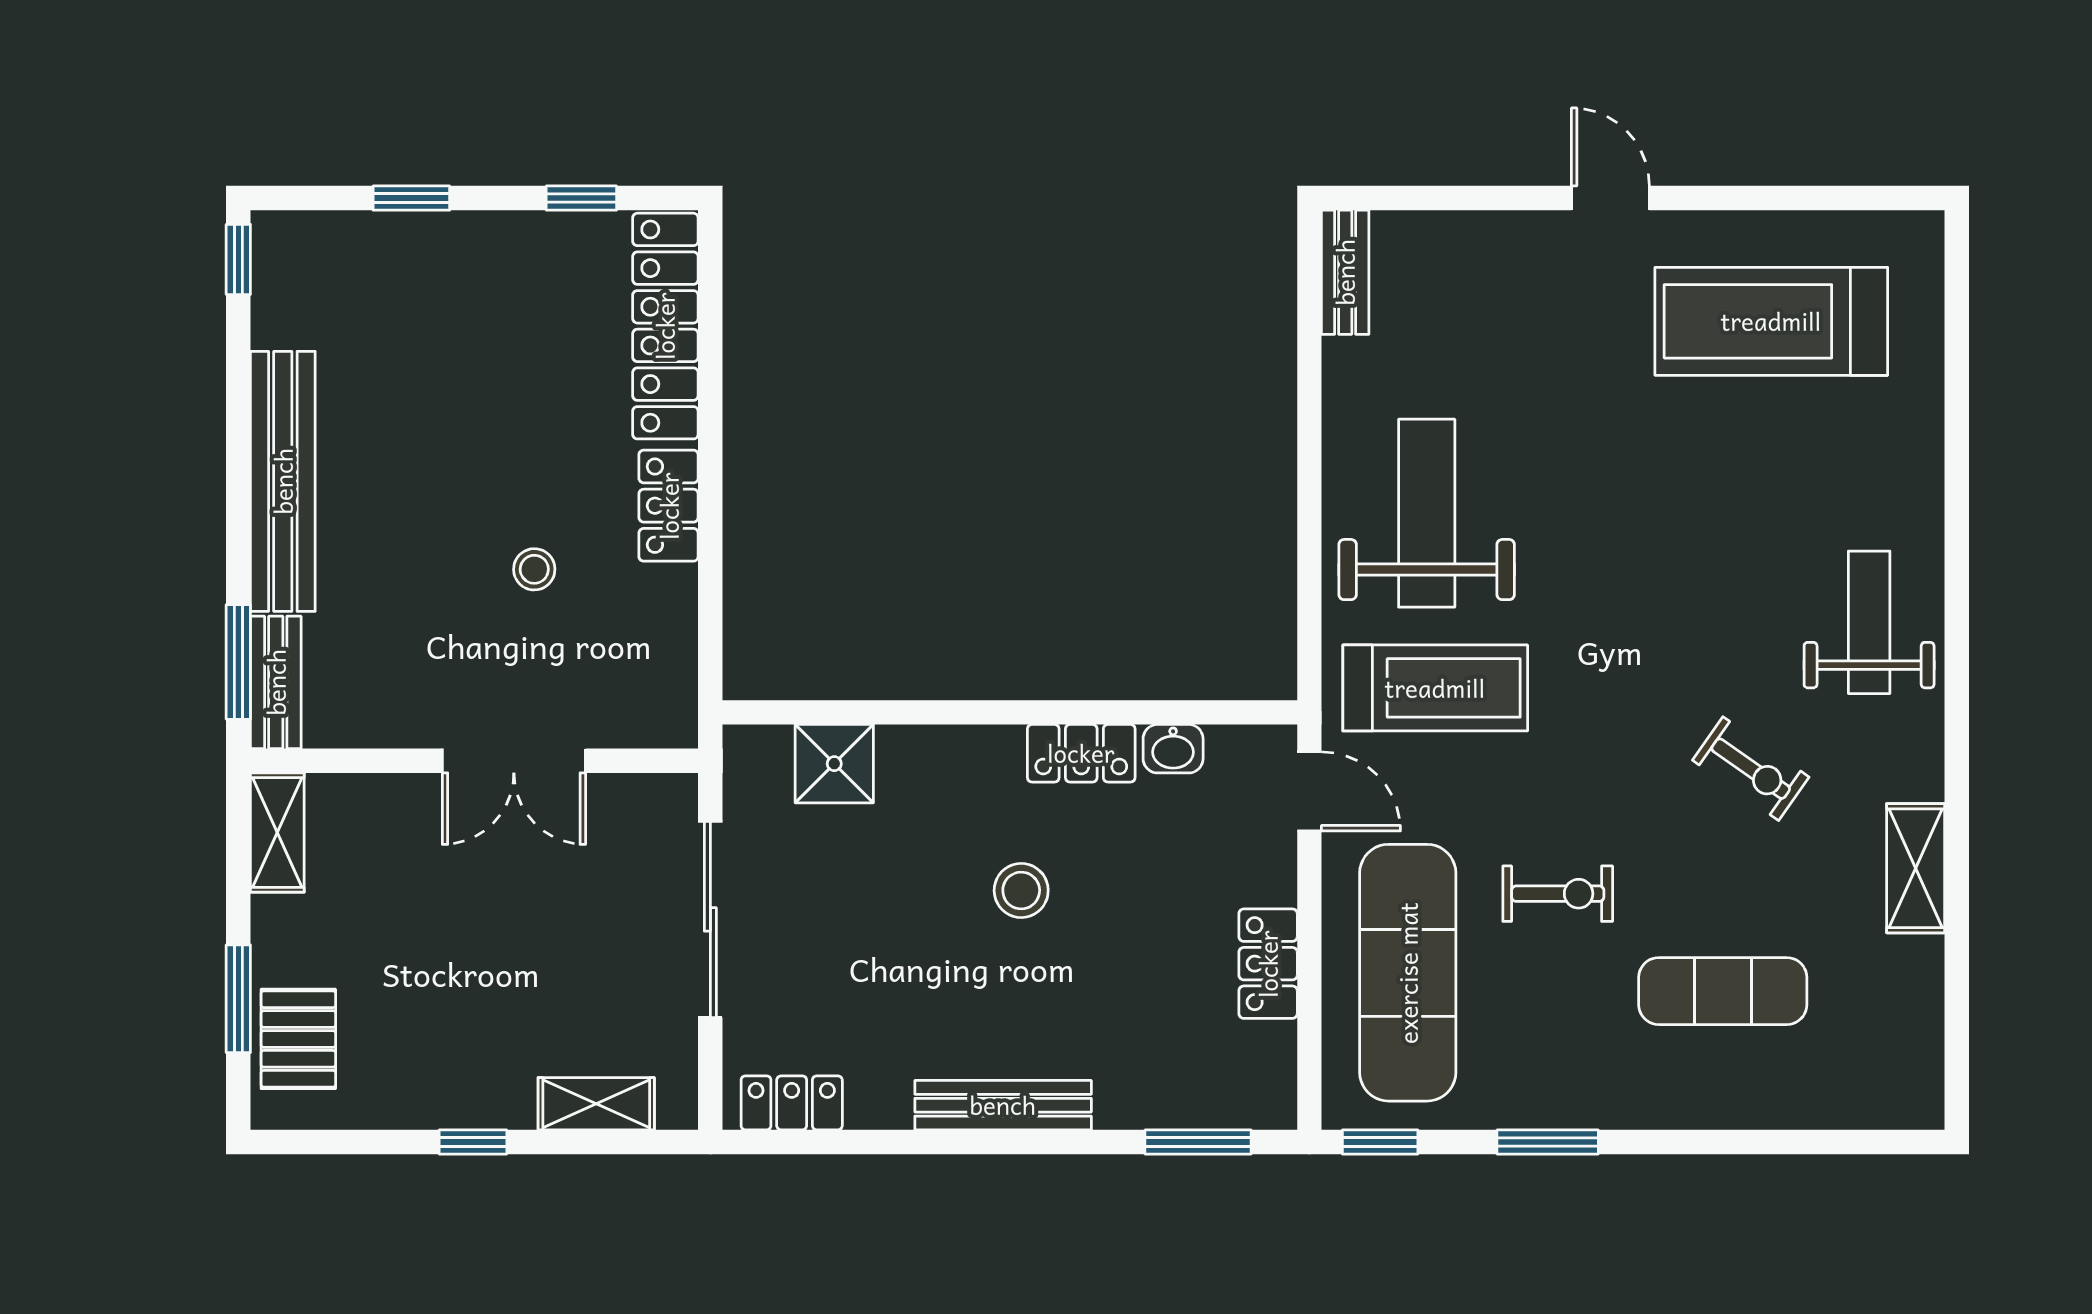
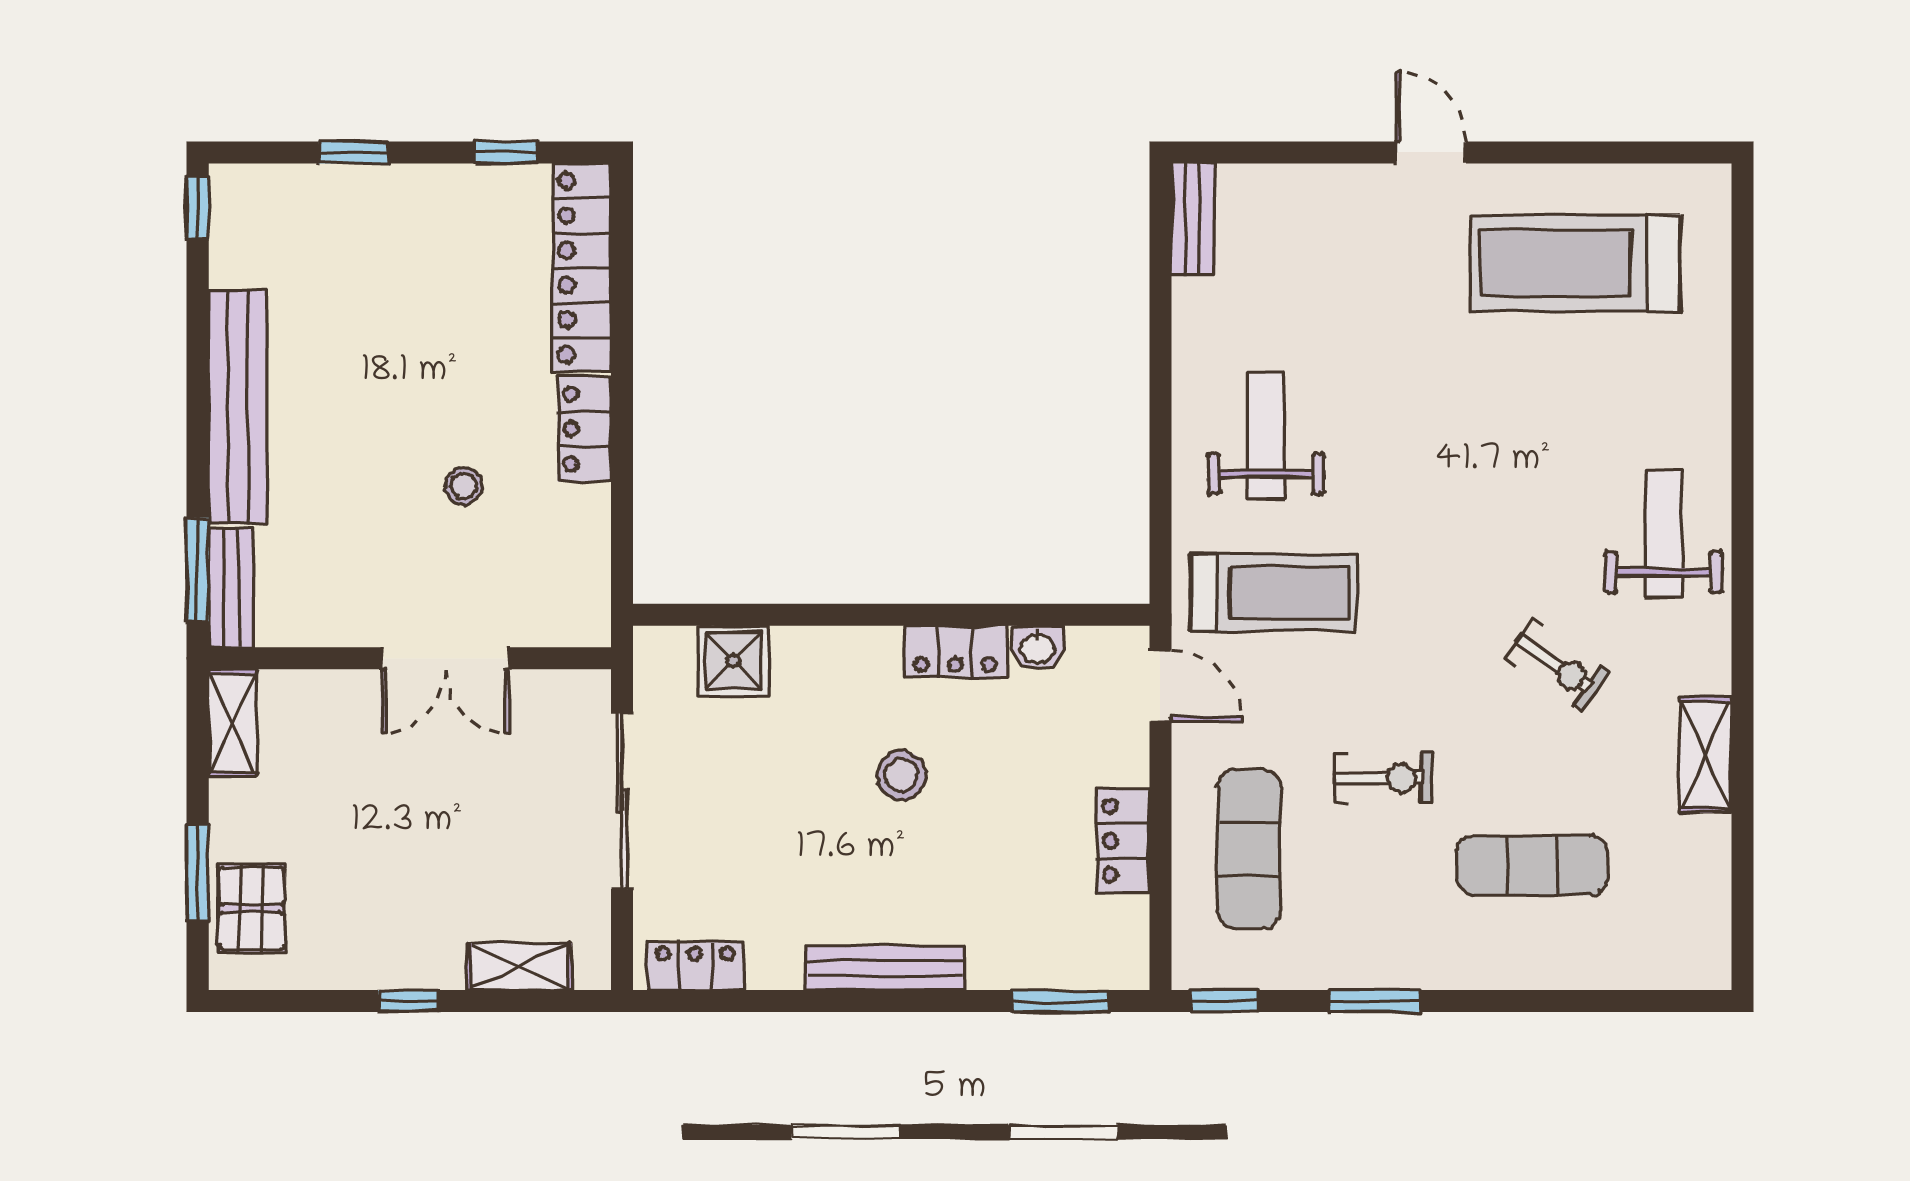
weight bench: (1427, 513) -> (1266, 436), width x0.73, depth x0.75
exercise mat: (1408, 973) -> (1249, 849), width x0.73, depth x0.69

